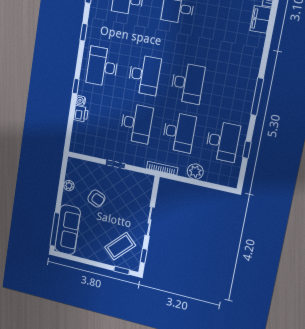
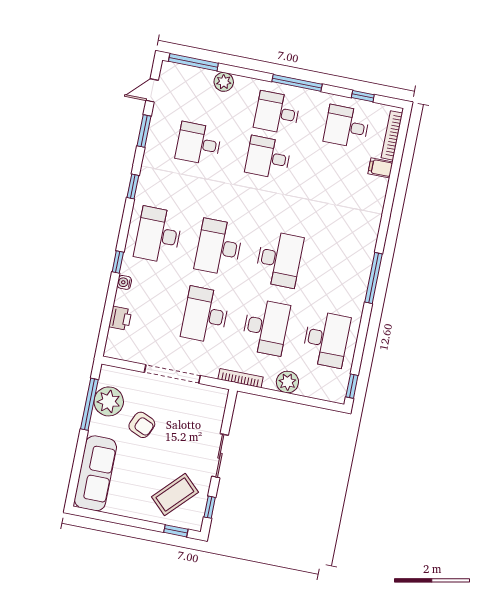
filing cabinet: (261, 19) -> (380, 168), width x0.50
desk: (144, 75) -> (219, 247), turned 180
printer: (81, 114) -> (120, 318), moved
desk: (136, 123) -> (205, 315), turned 180
window: (247, 150) -> (352, 386), moved
doorway: (115, 164) -> (172, 374), width x1.88
plant: (69, 186) -> (109, 401), width x1.87, depth x1.87
window: (55, 229) -> (89, 404), moved

